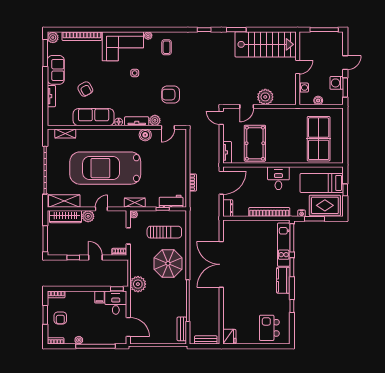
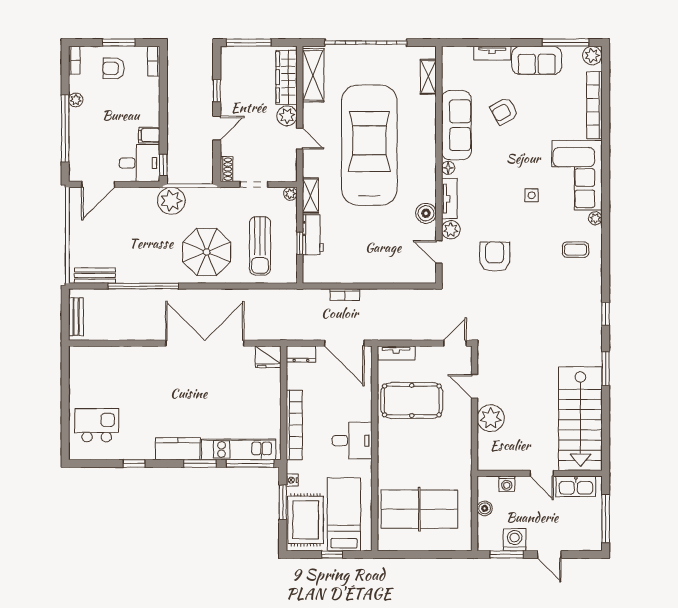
kitchen sink: (305, 47) -> (576, 486), added
workbench: (171, 201) -> (313, 235), moved
fridge: (229, 337) -> (268, 357), moved

